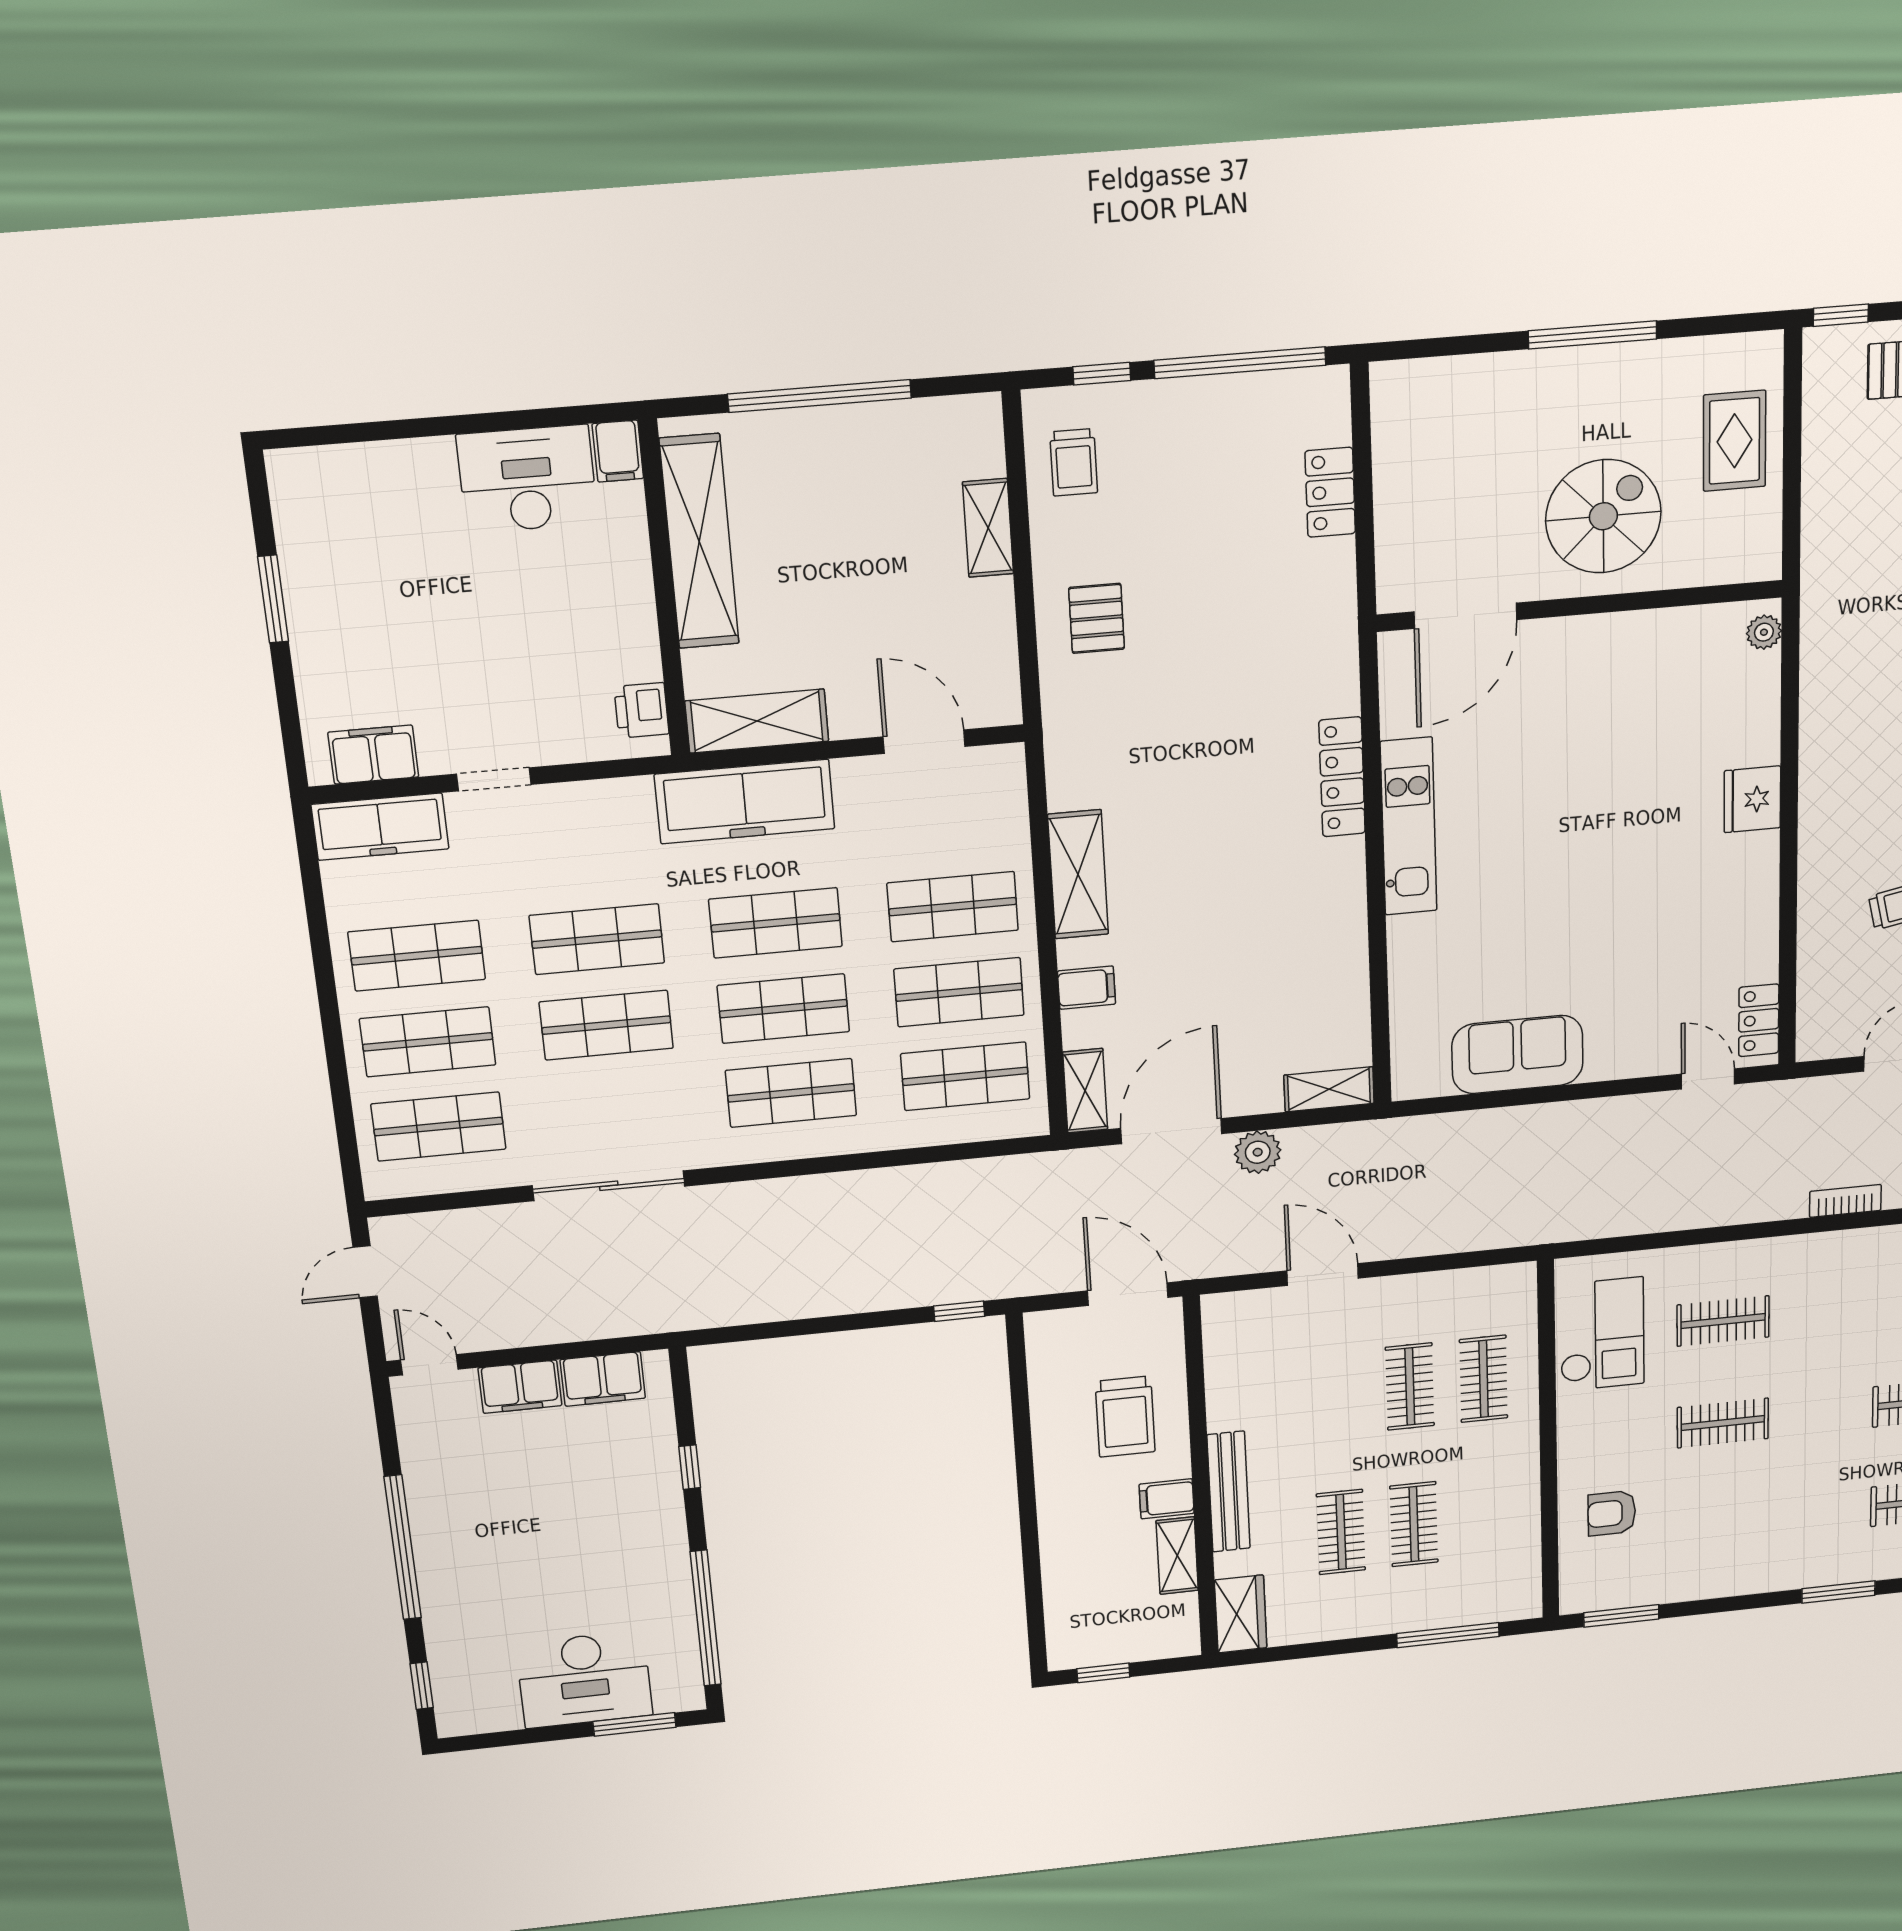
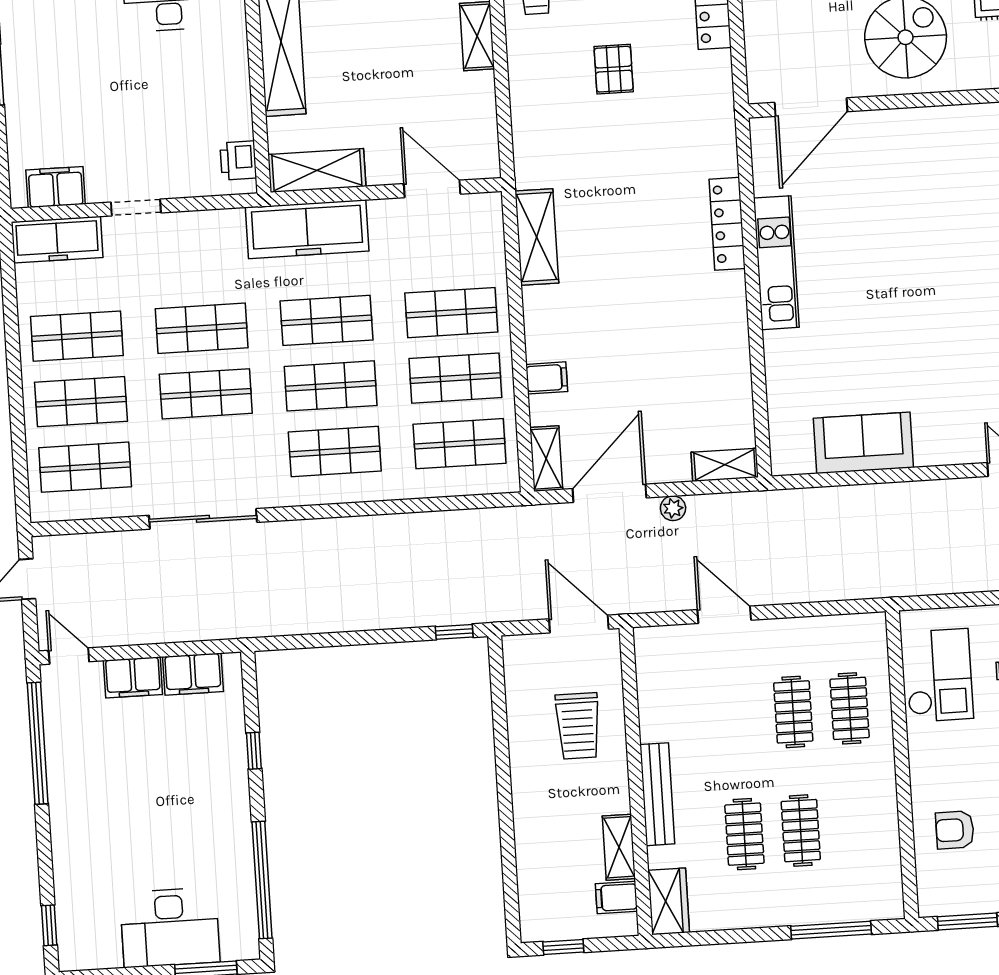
pallet: (1097, 618) -> (614, 69), moved
shelving: (1078, 874) -> (537, 237), moved
plant: (1258, 1152) -> (673, 508), width x0.73, depth x0.73
filing cabinet: (1167, 1499) -> (616, 897), moved
window: (403, 1547) -> (38, 743), moved

